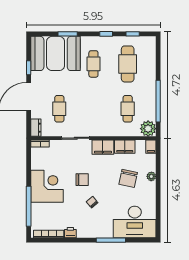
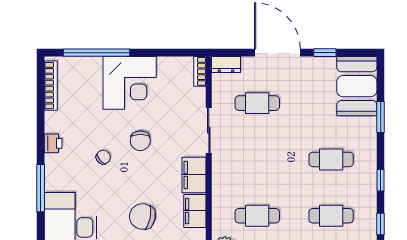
booth: (56, 53) -> (357, 86), width x0.73, depth x0.70
cafe table: (128, 64) -> (331, 216), width x0.73, depth x0.74
printer: (70, 233) -> (53, 143), moved

